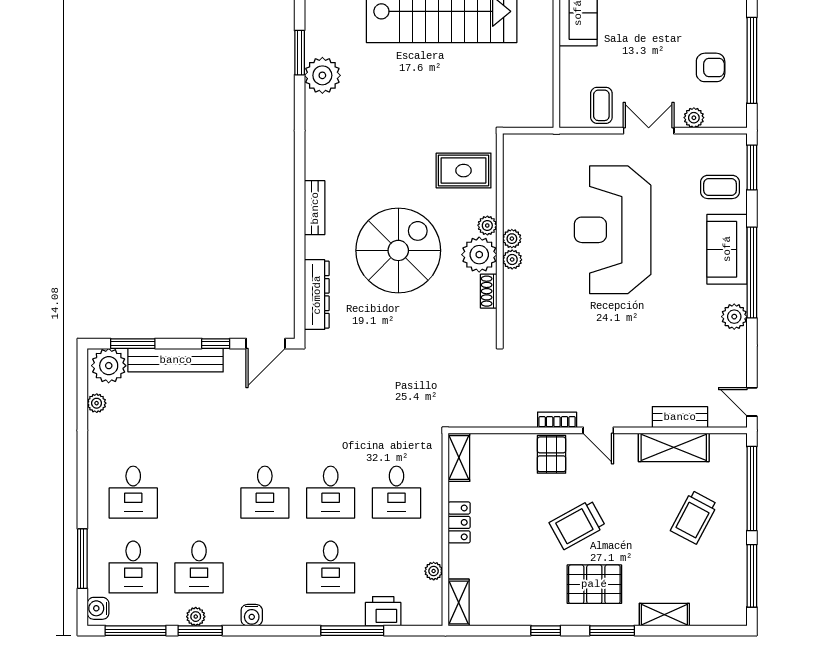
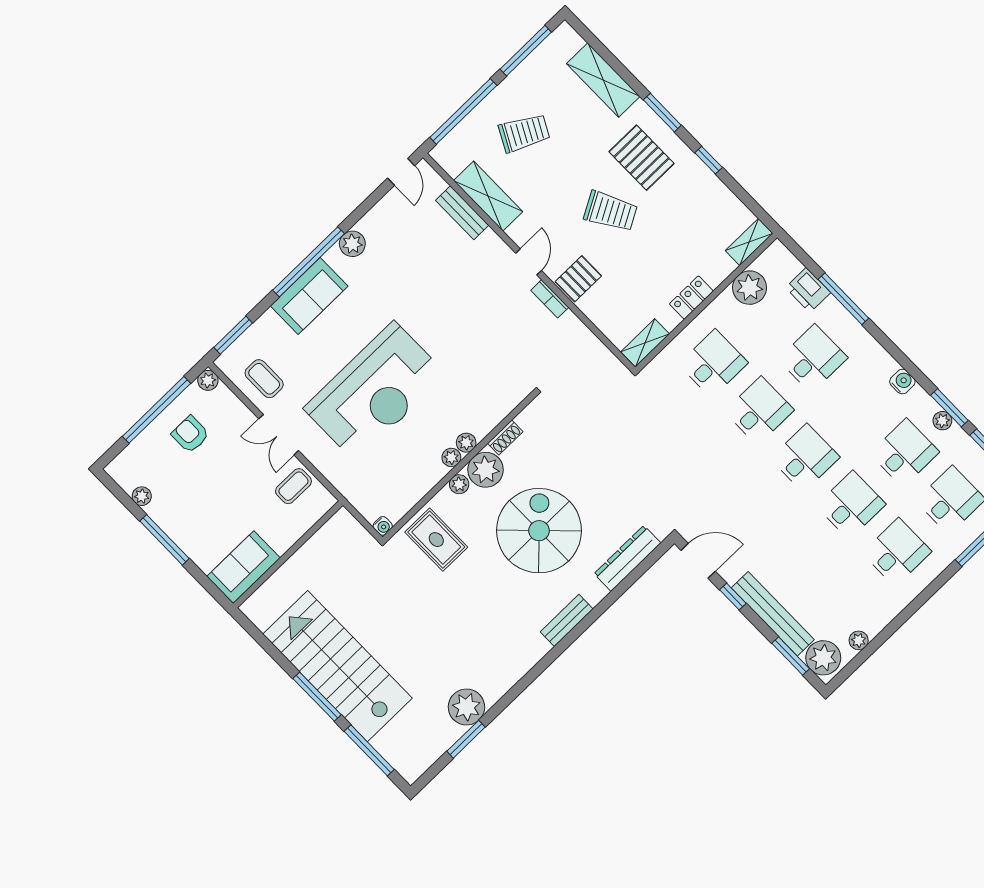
plant: (694, 118) -> (208, 380), moved
water cooler: (511, 142) -> (383, 526), added
coffee table: (720, 187) -> (264, 379), moved
spiral stairs: (398, 250) -> (539, 531), turned 90
desk: (199, 492) -> (851, 505), added
plant: (434, 571) -> (750, 288), width x1.88, depth x1.88
shelving: (664, 615) -> (603, 80), width x1.50, depth x1.33

